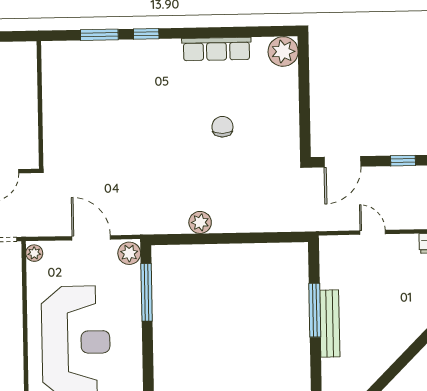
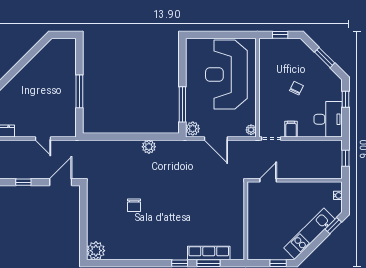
row of seats: (216, 49) -> (209, 253), moved
bench: (330, 323) -> (70, 83), removed

